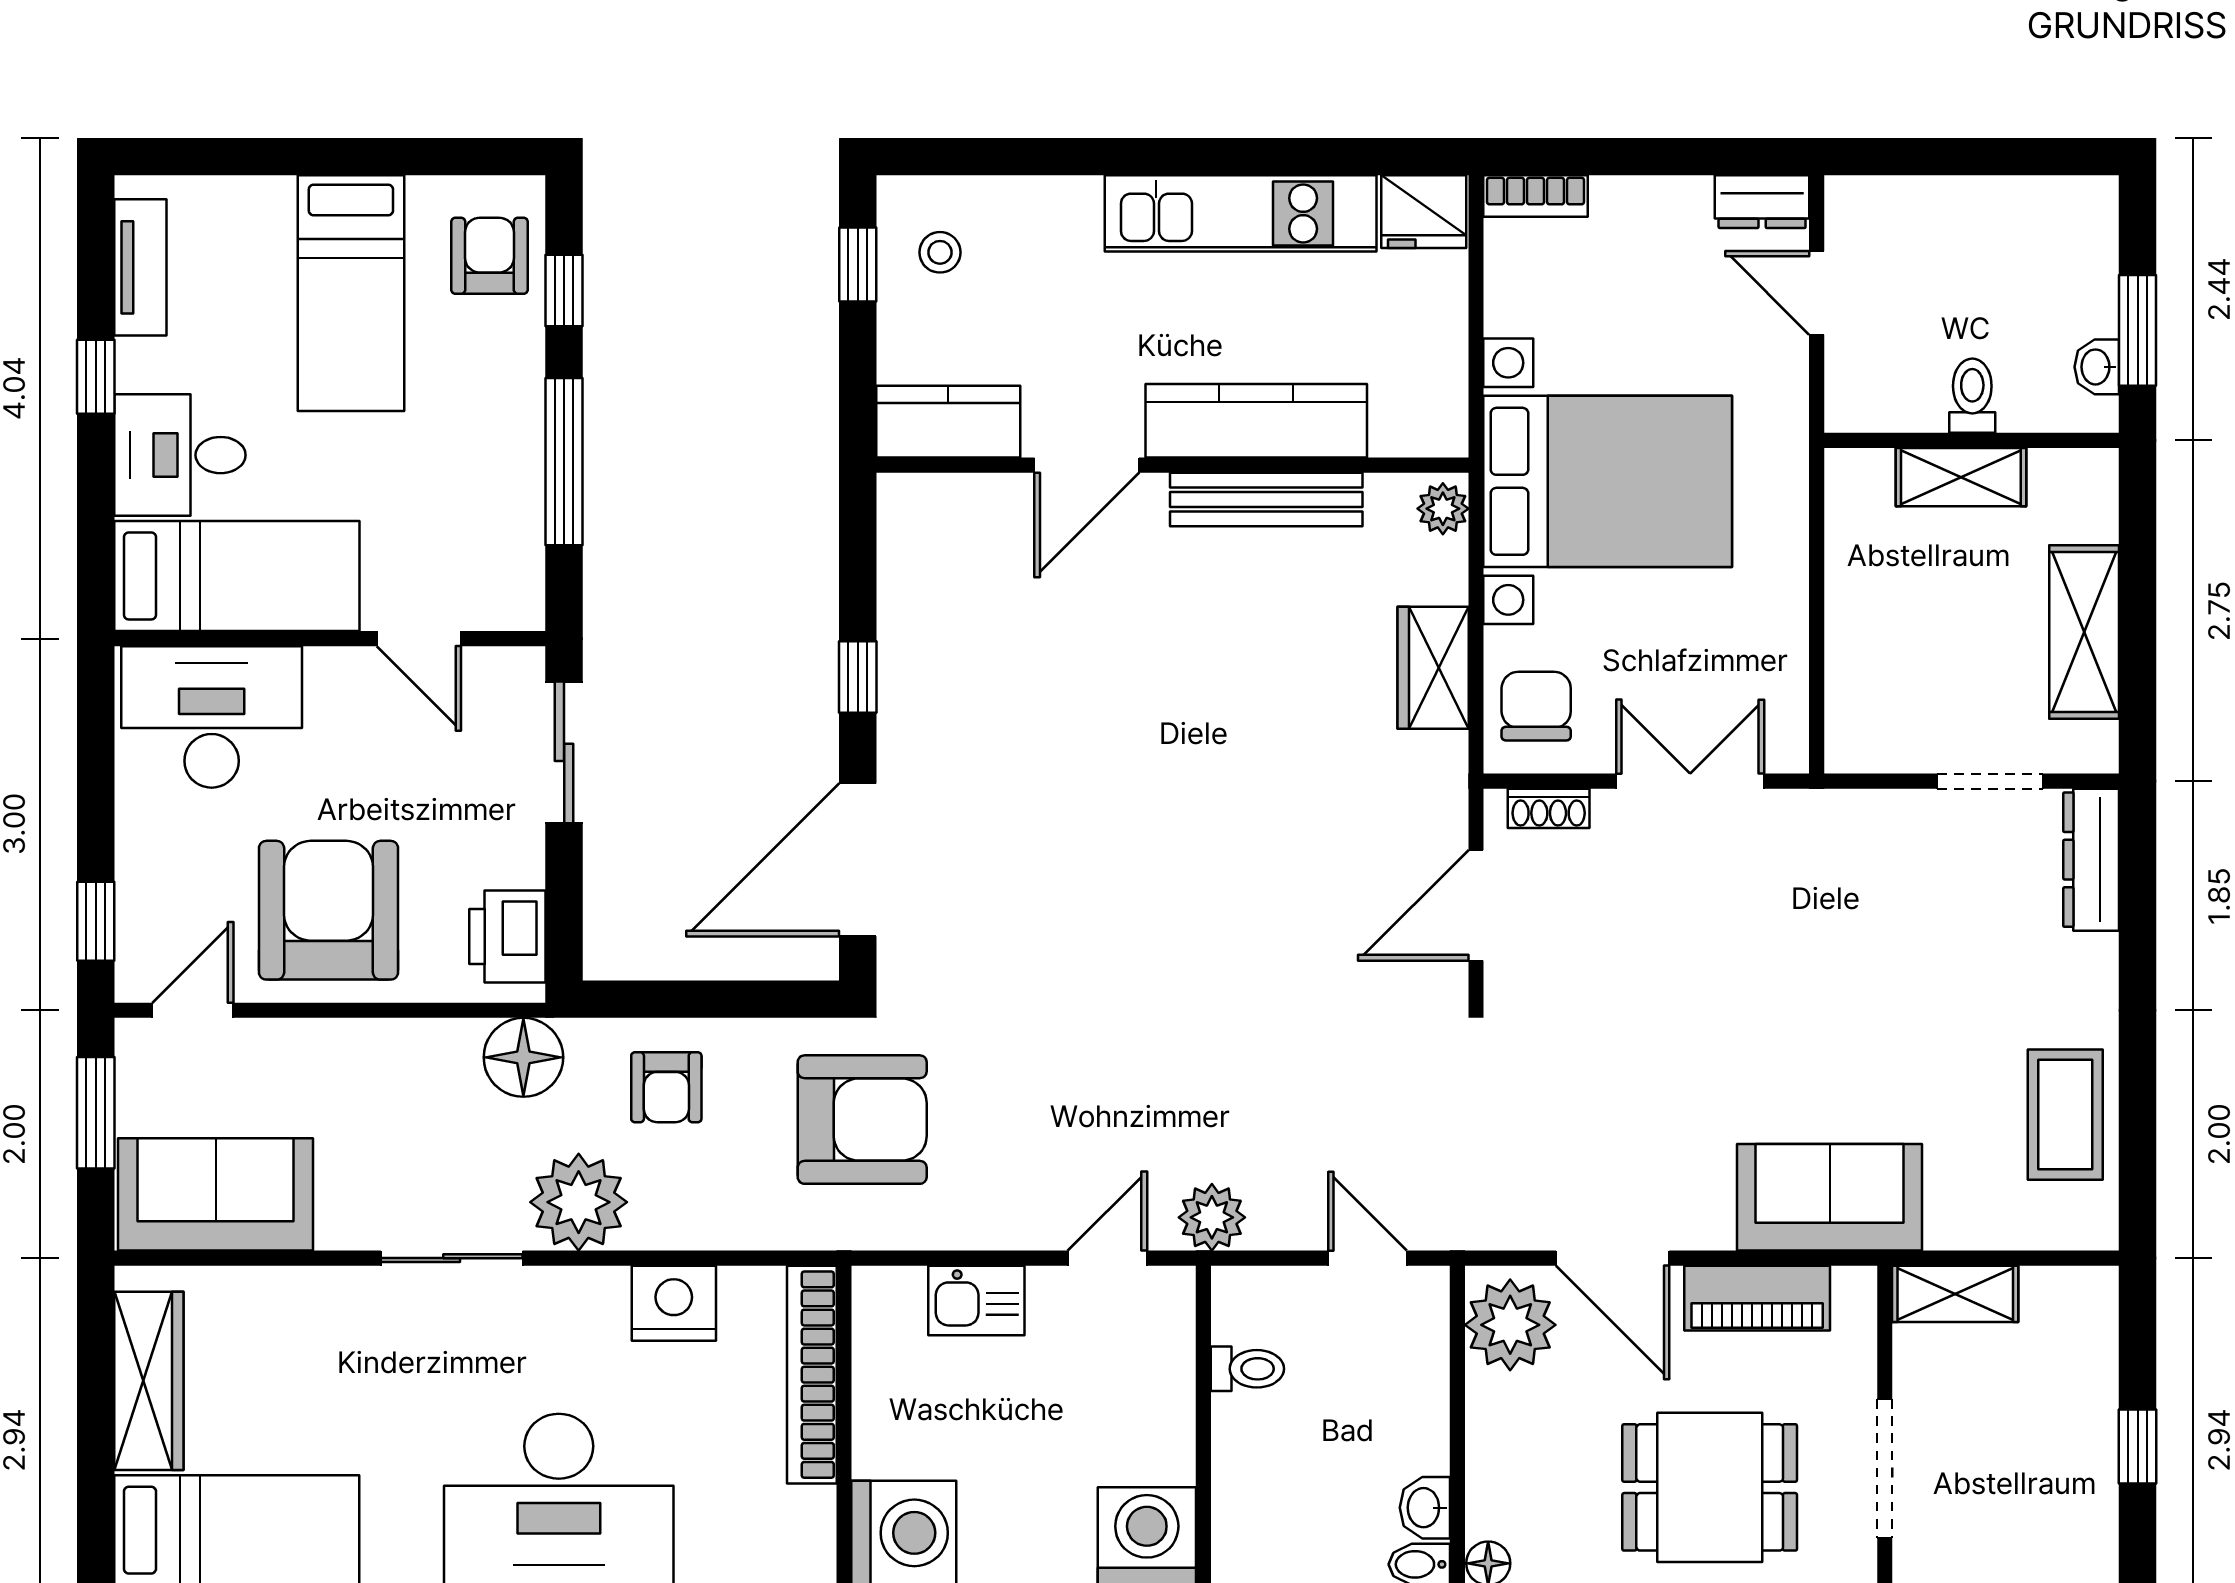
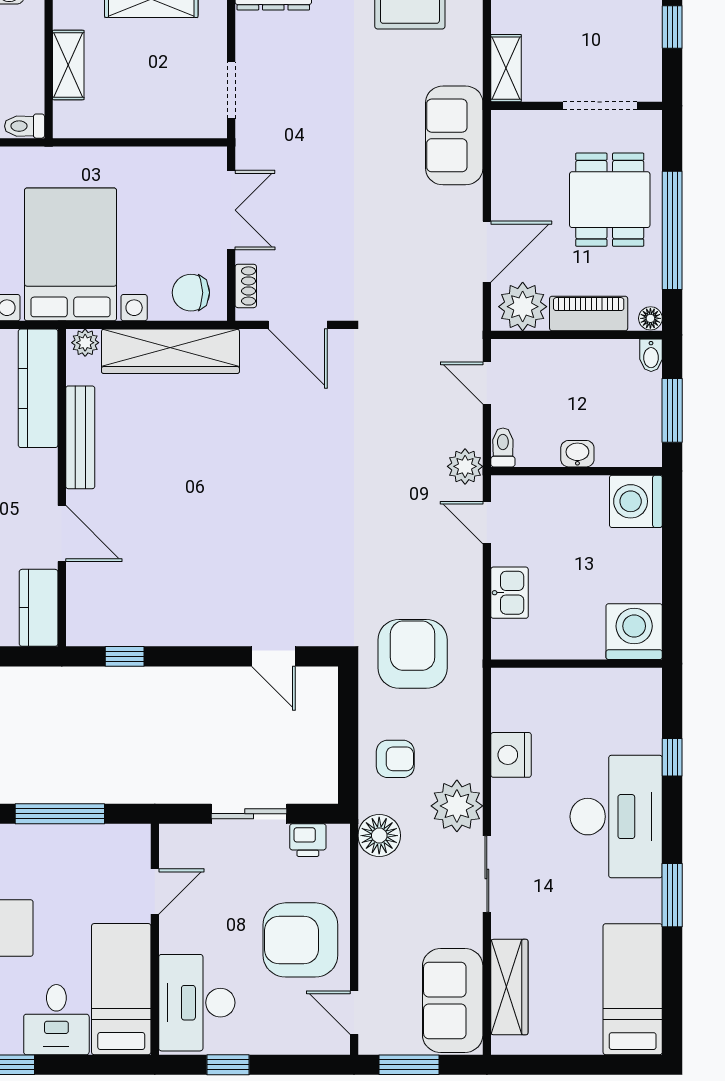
toilet: (1972, 396) -> (25, 126), moved
kitchen counter: (1256, 421) -> (38, 388), moved
wardrobe: (1433, 668) -> (170, 351), width x2.10, depth x1.17
window: (858, 677) -> (125, 656), moved
sliding door: (564, 752) -> (249, 814), moved
double door: (1690, 781) -> (231, 210), swing flipped
doorway: (1990, 781) -> (231, 90), moved
door: (858, 860) -> (273, 656), width x0.53
window: (96, 921) -> (228, 1065), moved
printer: (507, 936) -> (308, 840), width x0.73, depth x0.81
door: (1368, 1258) -> (487, 383), hinge flipped
piano: (1757, 1298) -> (589, 314), moved, turned -90
toilet: (1247, 1369) -> (503, 447), moved
bookcase: (812, 1375) -> (549, 681), removed
wardrobe: (149, 1381) -> (509, 987), moved, turned 90
washbasin: (1425, 1508) -> (577, 454), moved, turned 180

